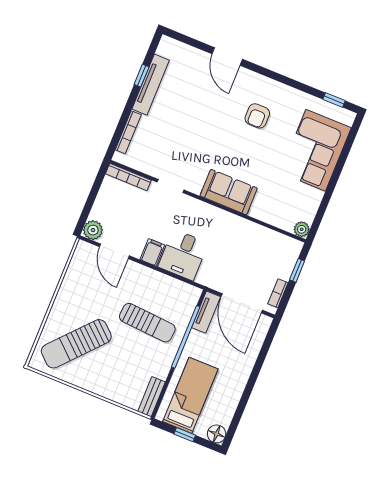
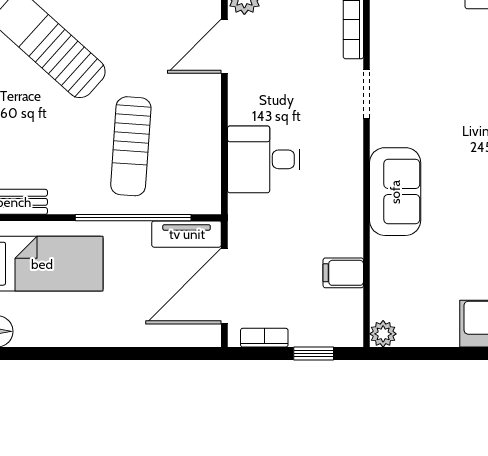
filing cabinet: (152, 252) -> (343, 273), moved, turned 180

